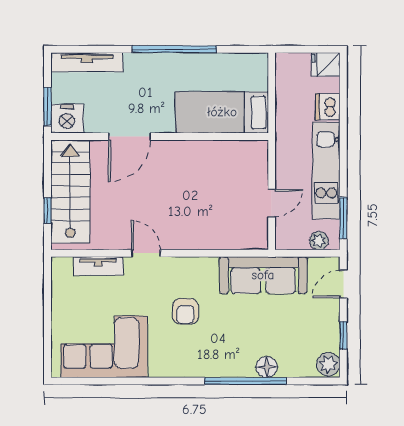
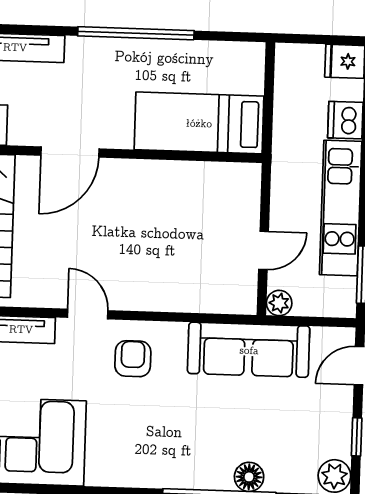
plant: (319, 241) -> (279, 303), moved
armchair: (185, 311) -> (133, 359), moved, turned 180

